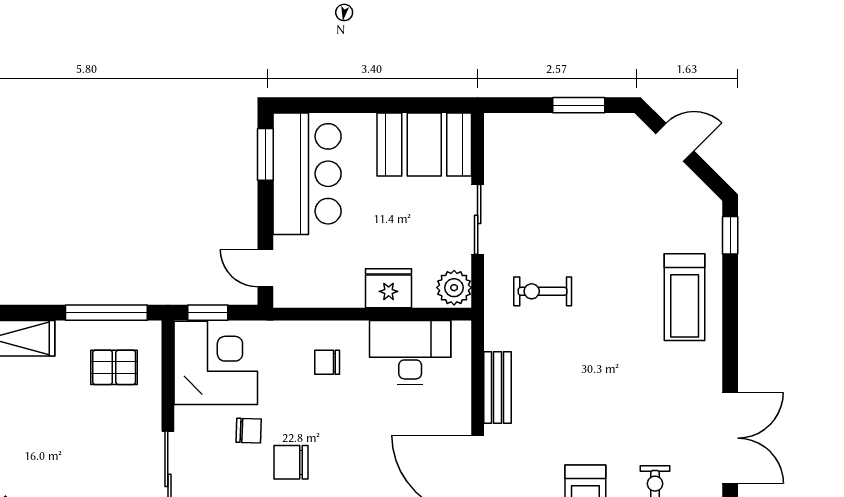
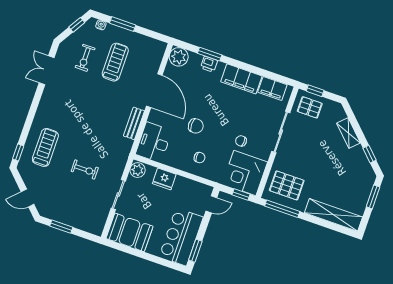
door: (265, 268) -> (211, 204), hinge flipped
exercise bike: (543, 291) -> (85, 169), moved
treadmill: (685, 297) -> (45, 147), moved
desk: (410, 352) -> (154, 142), moved, turned 90
pallet: (114, 367) -> (287, 185), width x1.50, depth x1.42
double door: (730, 438) -> (47, 70), width x0.73
chair: (291, 462) -> (196, 126), moved

